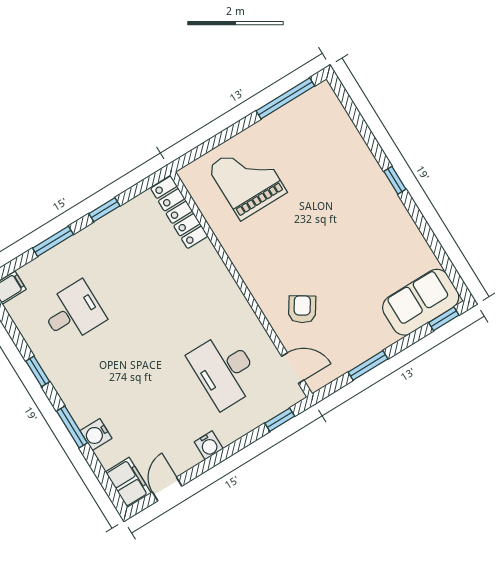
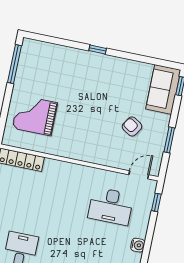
armchair: (302, 309) -> (132, 127), moved

